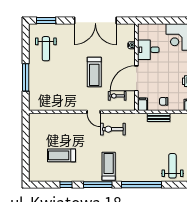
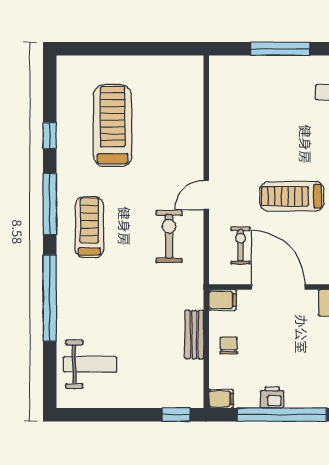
treadmill: (61, 155) -> (113, 126), width x1.37, depth x1.38
treadmill: (109, 166) -> (89, 227), turned -90

